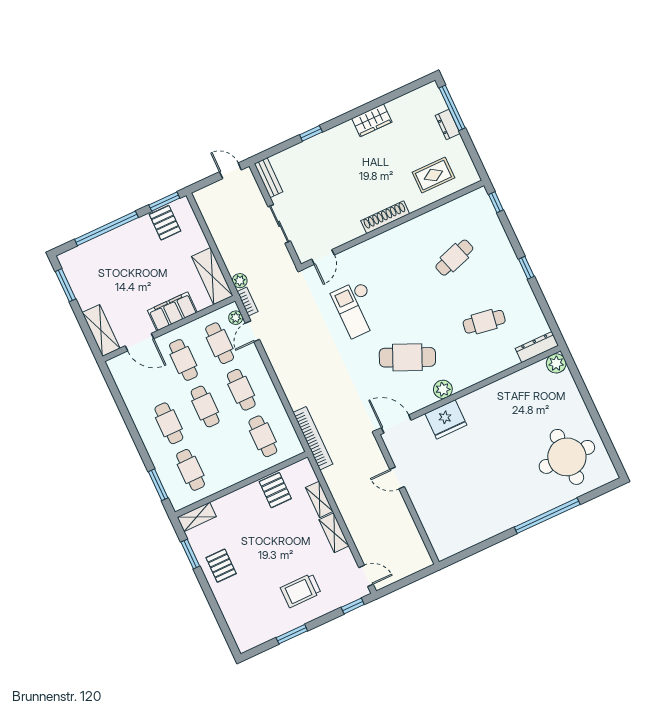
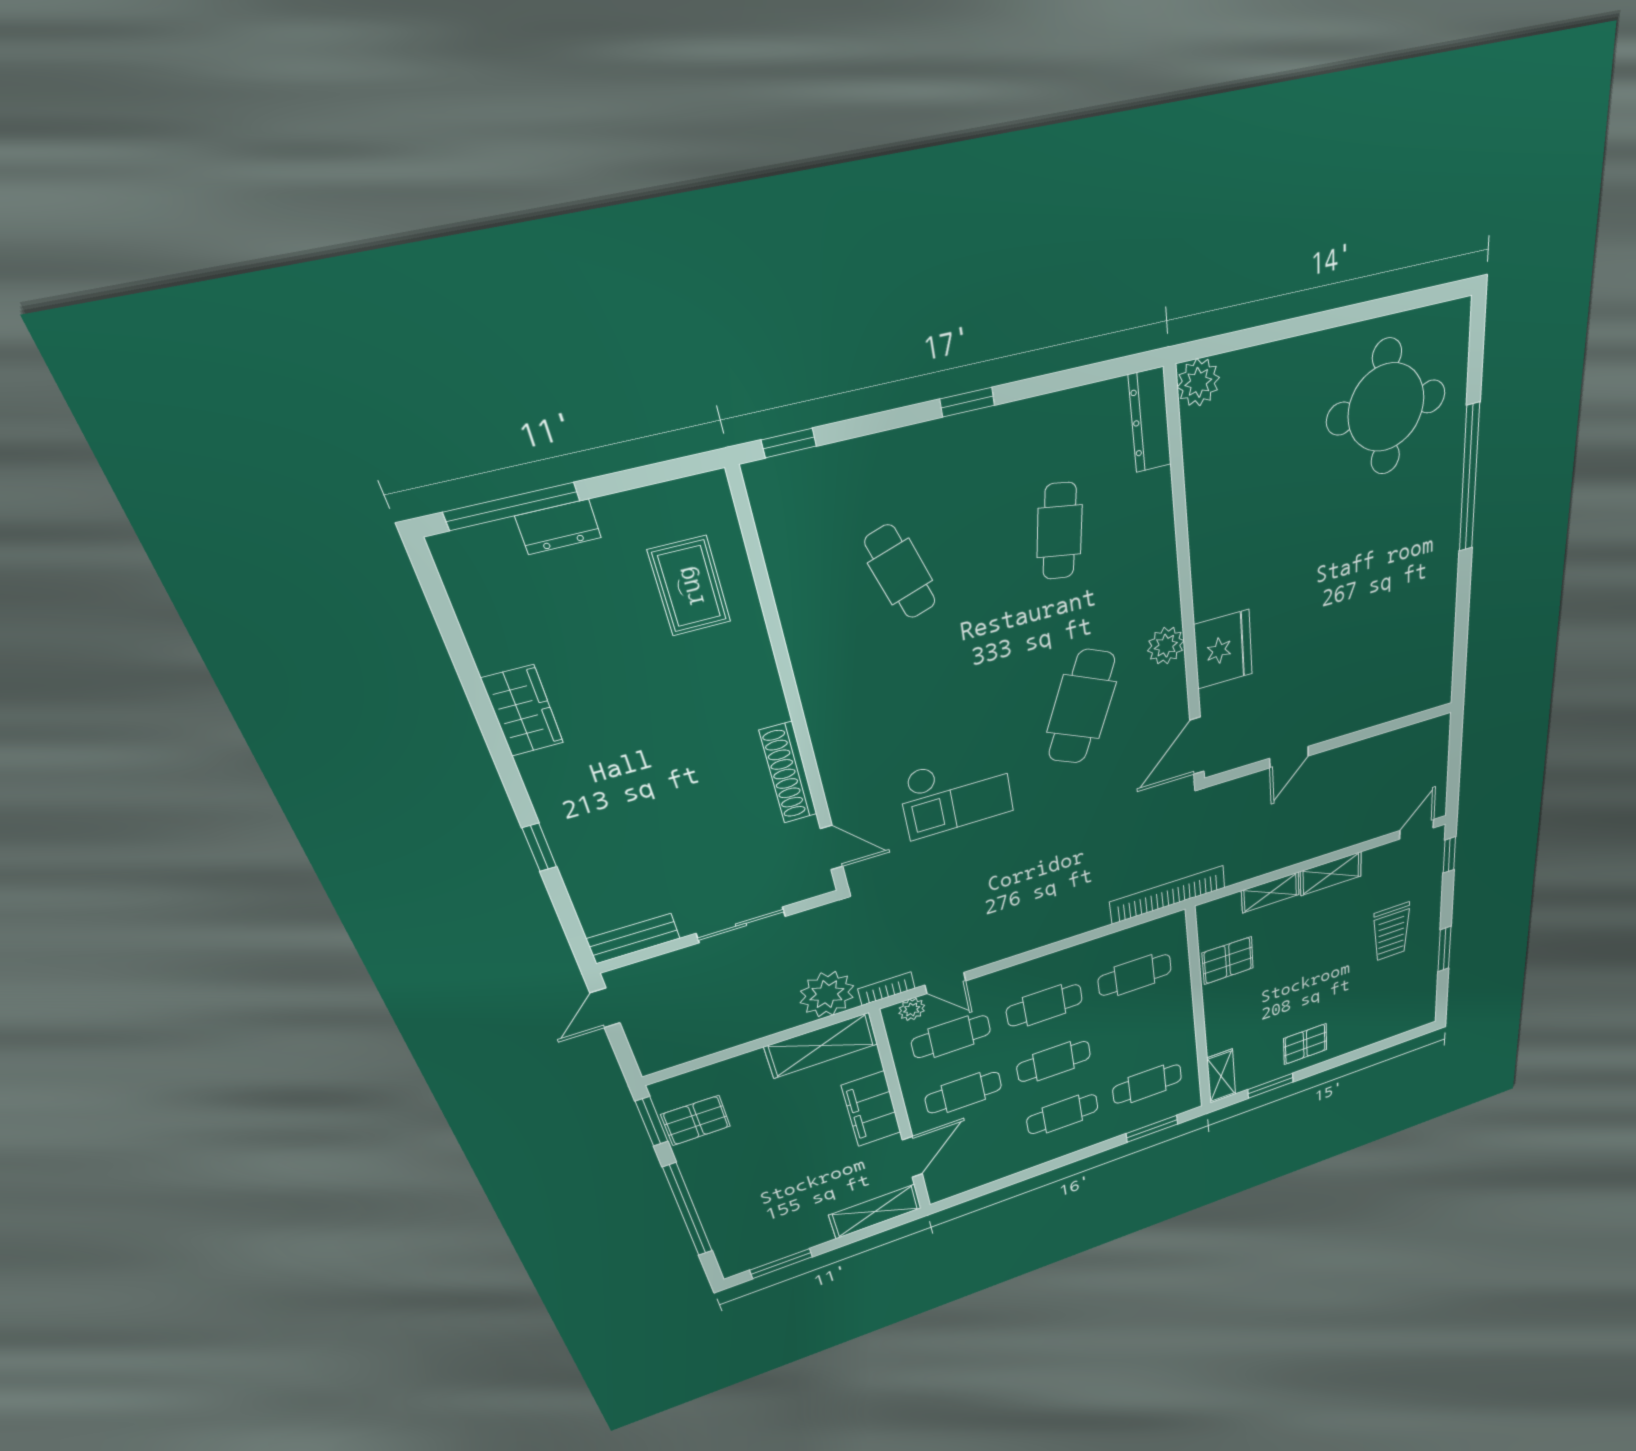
shoe rack: (385, 217) -> (788, 773), moved
plant: (240, 281) -> (827, 994), width x1.88, depth x1.88

